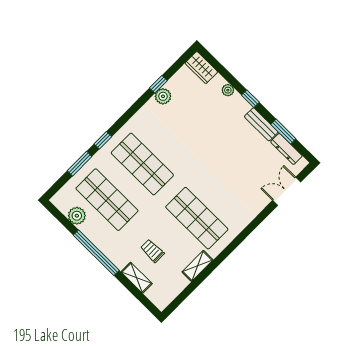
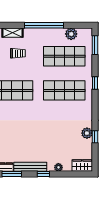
bench: (261, 124) -> (30, 167), width x1.36
window: (80, 164) -> (95, 45), moved

